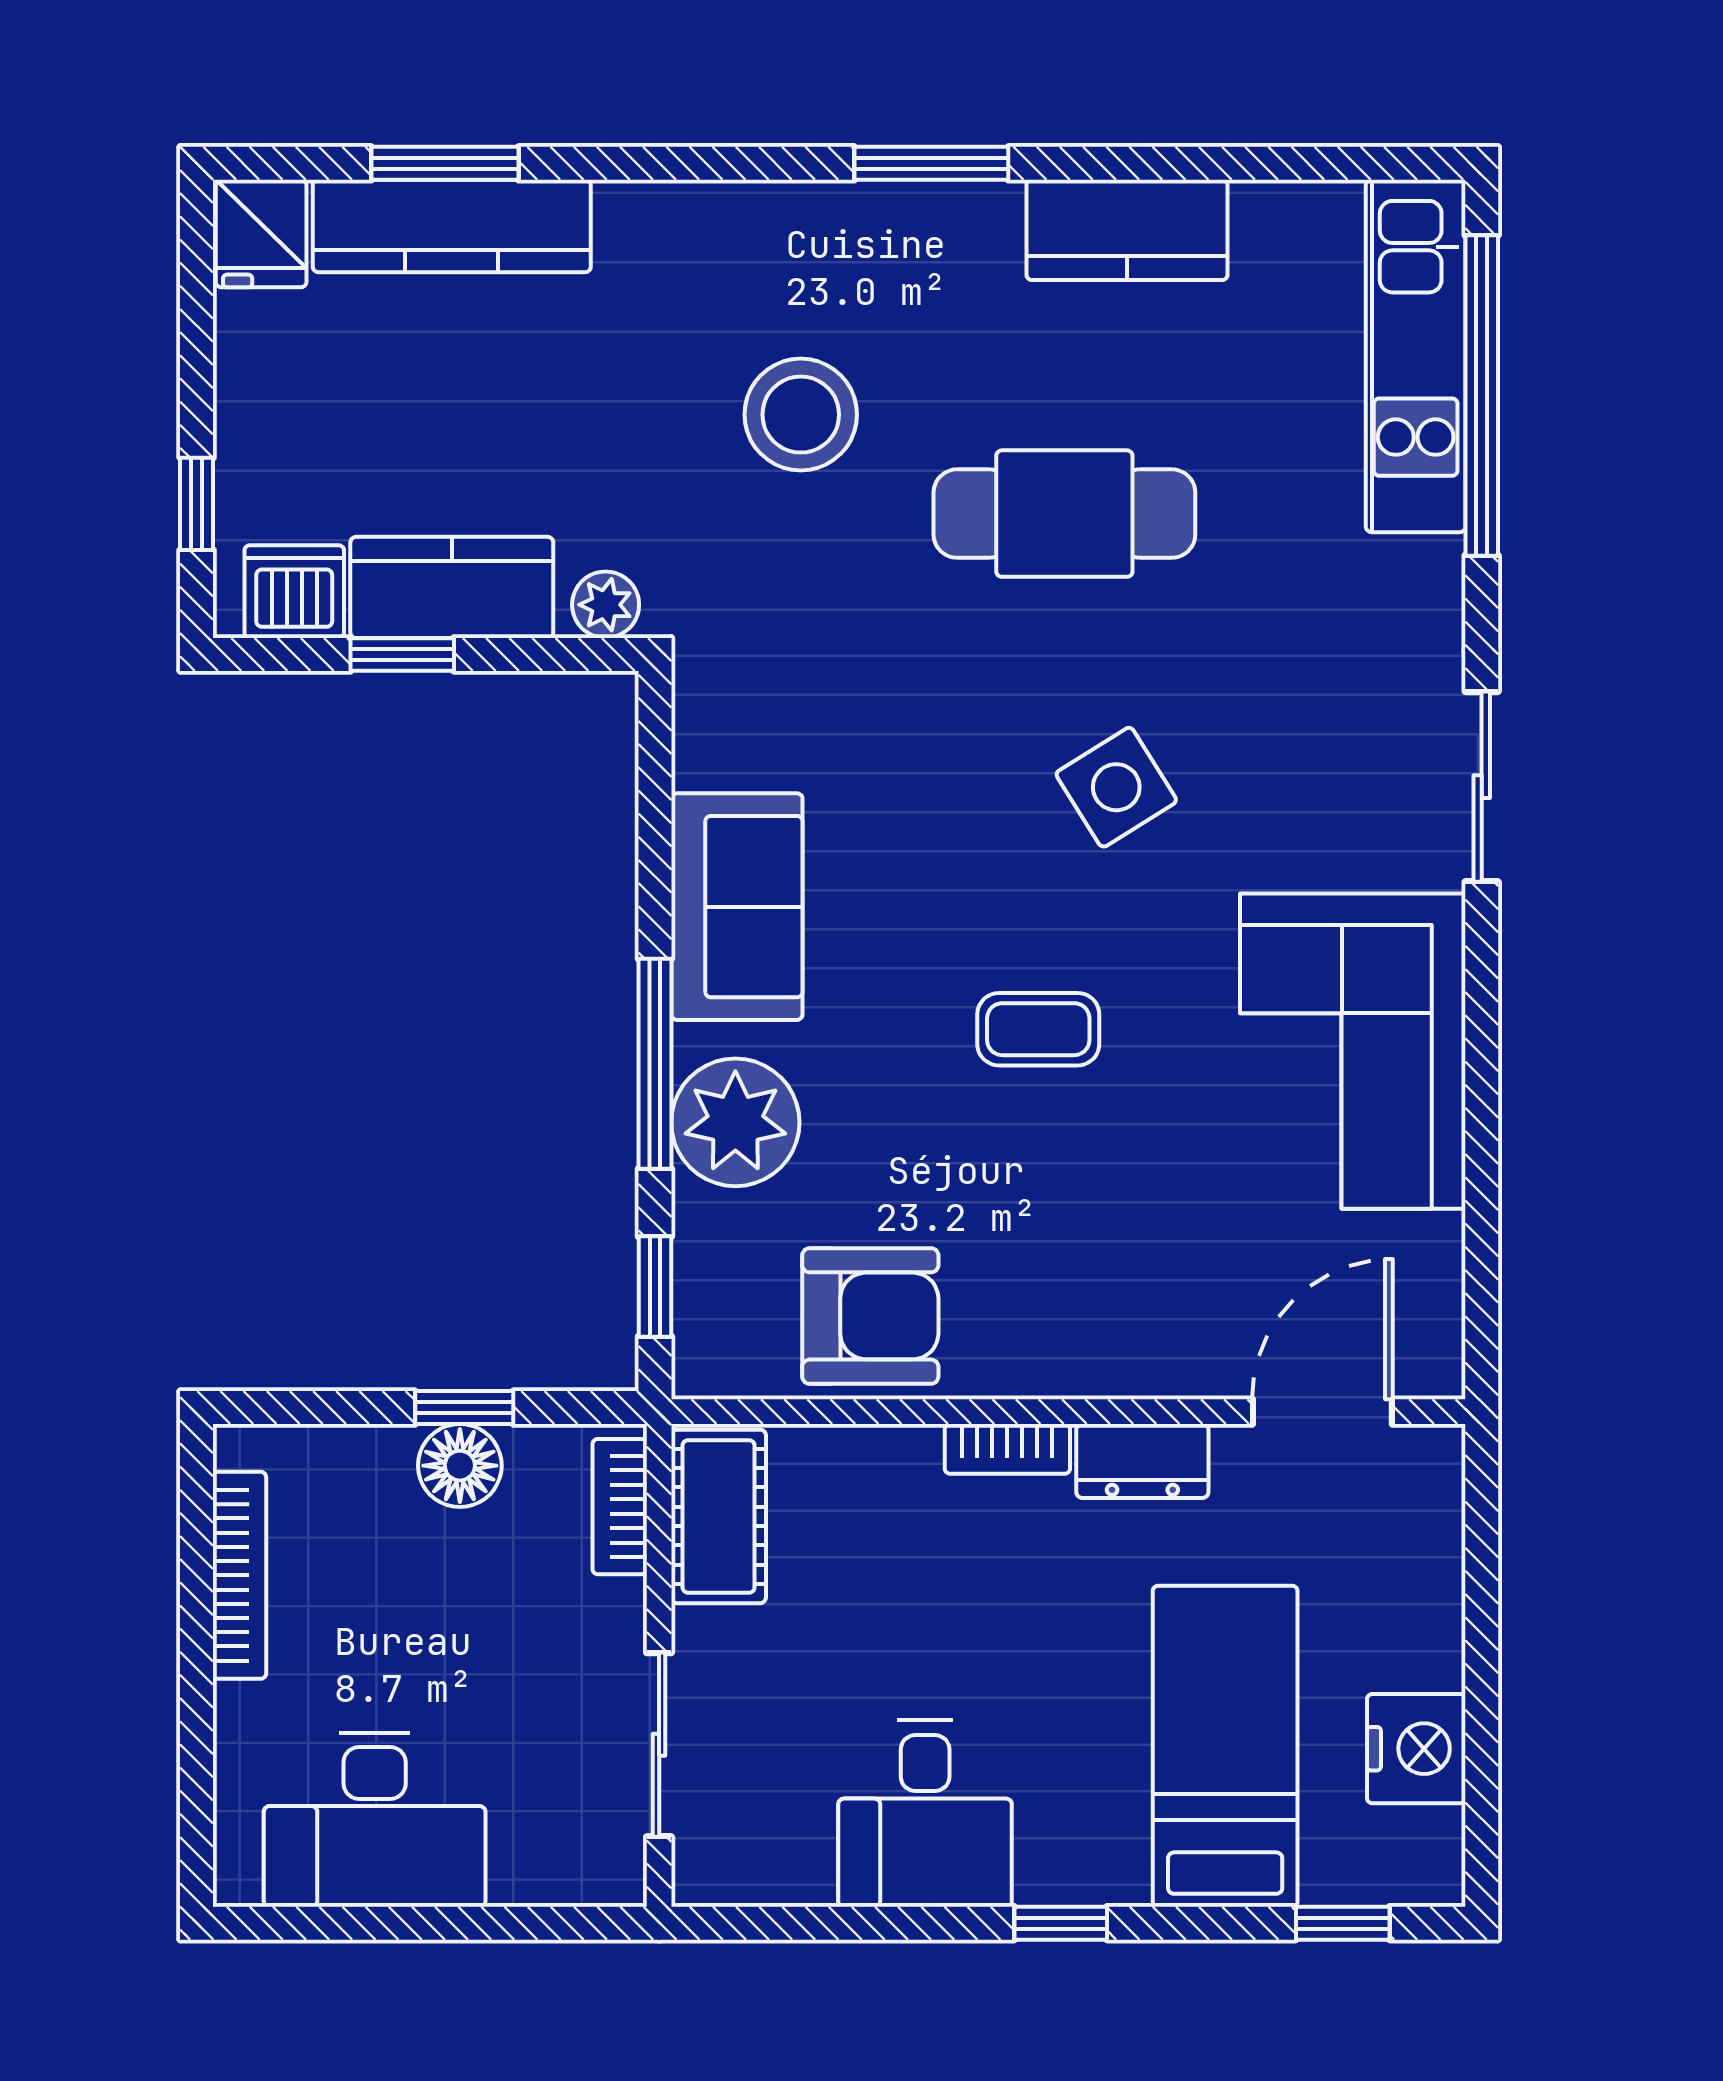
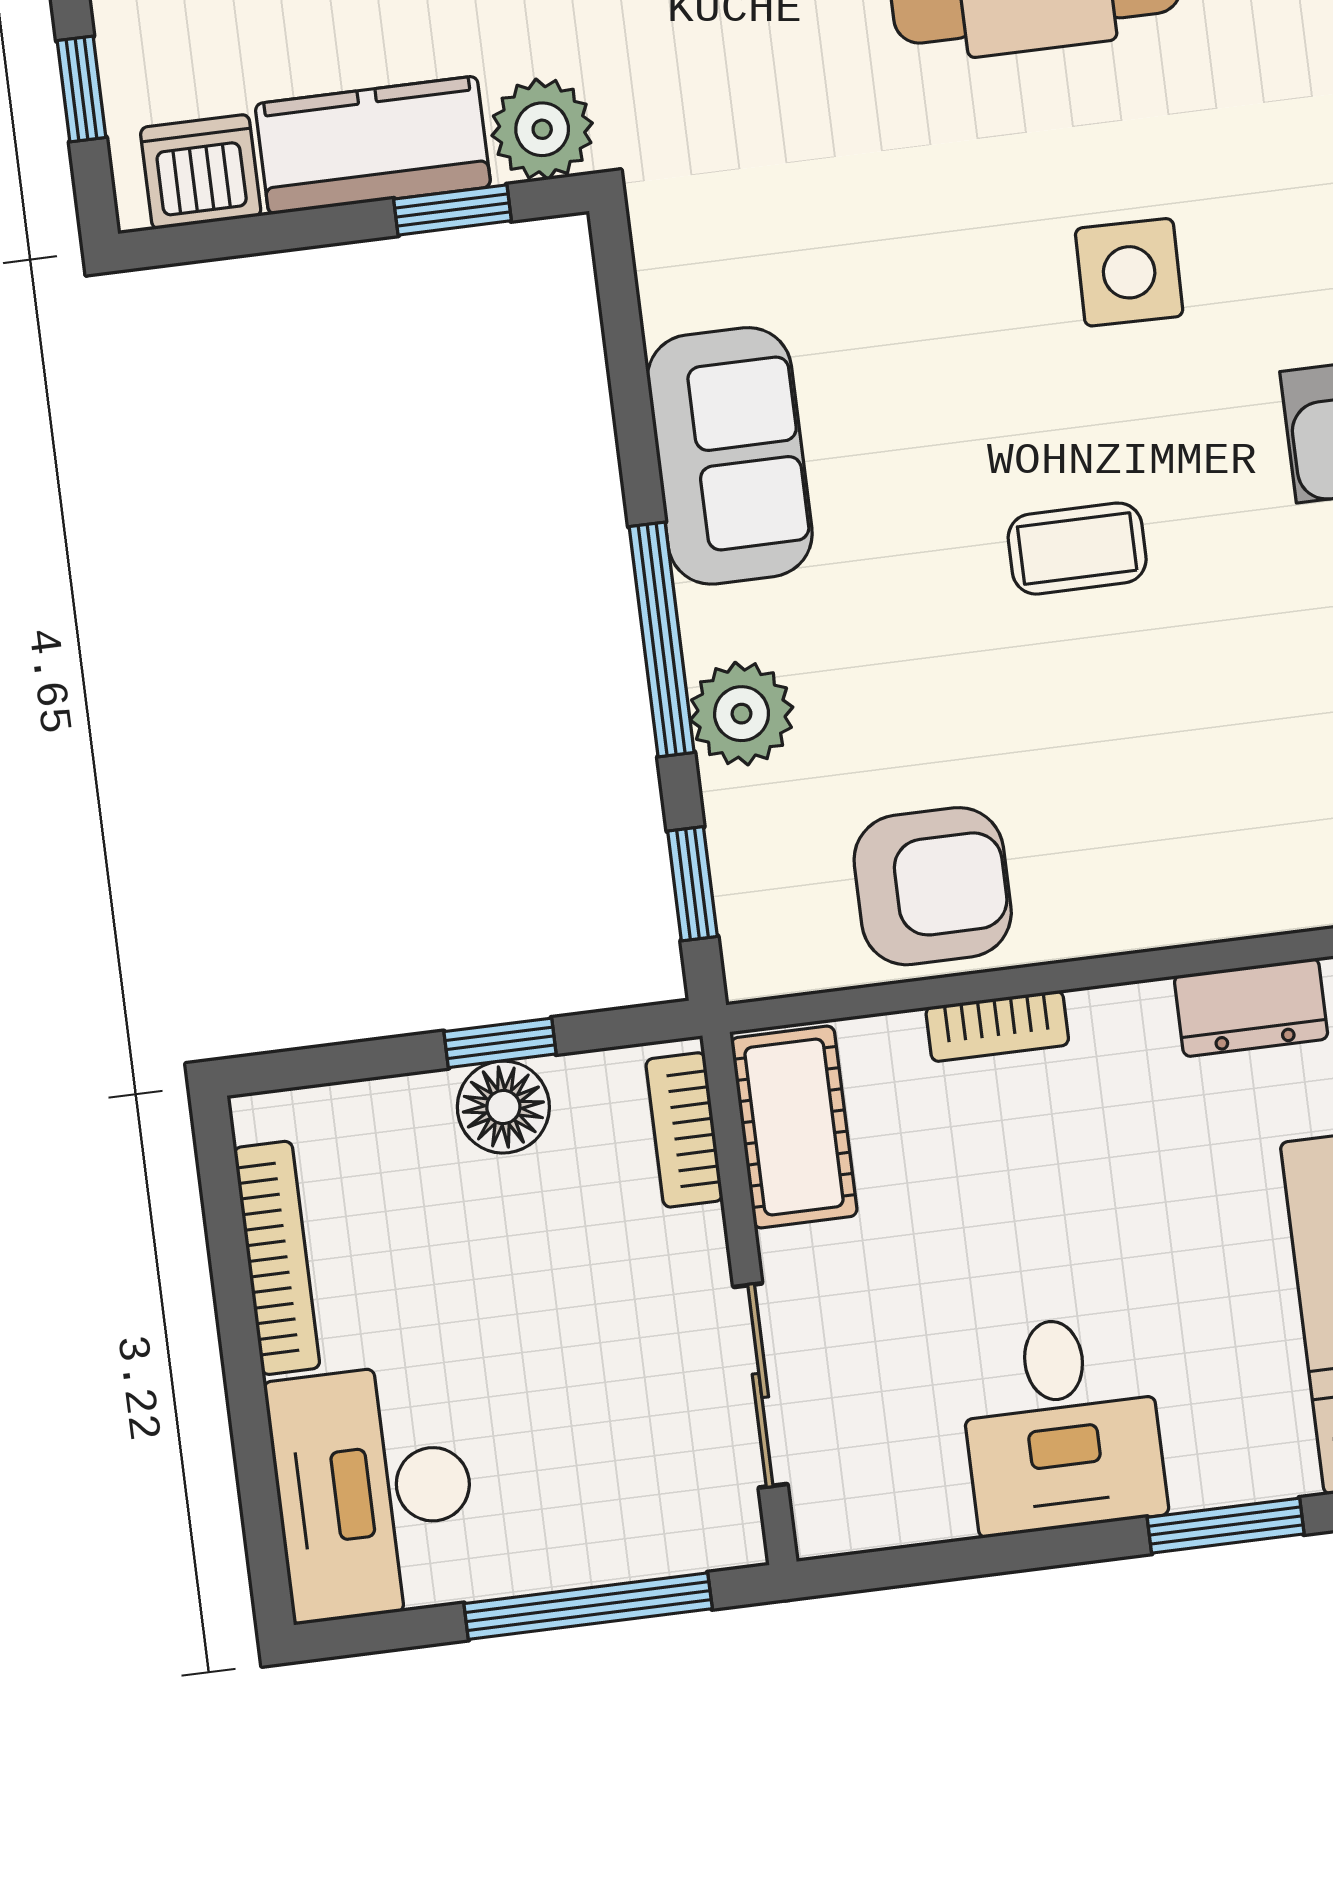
plant: (606, 605) -> (542, 129), width x1.38, depth x1.38
window: (402, 654) -> (453, 210), moved
side table: (1116, 787) -> (1129, 272), turned 33
plant: (735, 1122) -> (742, 714), width x0.73, depth x0.73
bookcase: (1007, 1449) -> (997, 1026), moved
desk: (375, 1820) -> (374, 1492), moved, turned 90
window: (479, 1923) -> (588, 1606), added
window: (1061, 1923) -> (1226, 1526), width x1.50

